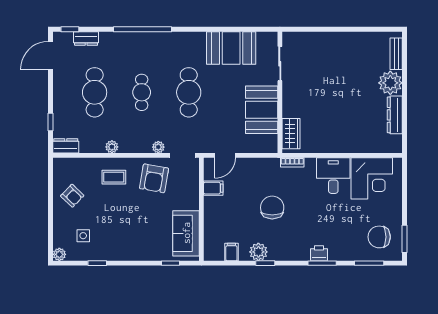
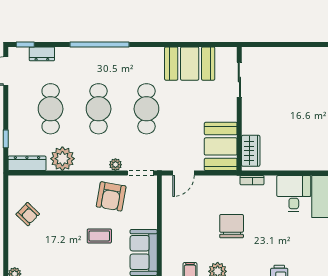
cafe table: (142, 92) -> (99, 109), width x1.37, depth x1.35
booth: (262, 110) -> (221, 146), moved
dresser: (66, 146) -> (27, 163), width x1.44
plant: (112, 147) -> (62, 159), width x1.88, depth x1.88
coffee table: (114, 177) -> (99, 236), moved
filing cabinet: (213, 188) -> (171, 206), removed
side table: (83, 236) -> (39, 255), removed

